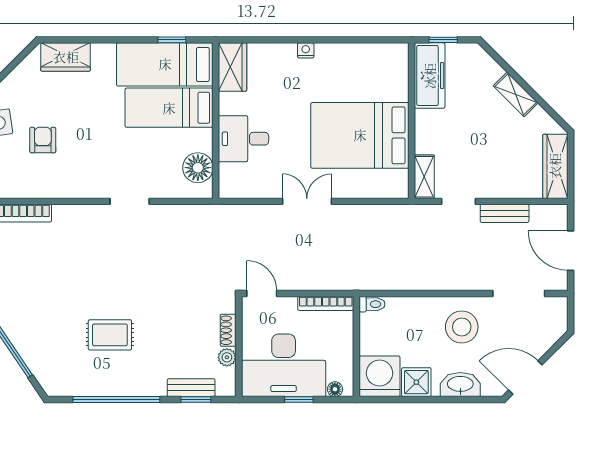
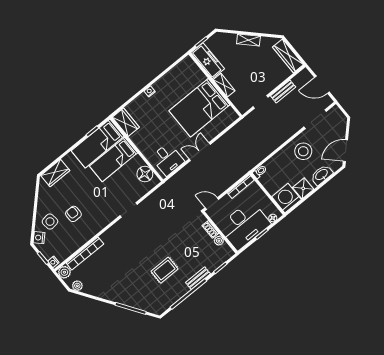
desk: (244, 139) -> (168, 159), moved, turned -90
shelving: (424, 177) -> (224, 85), moved
bench: (191, 388) -> (198, 278), moved

